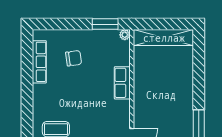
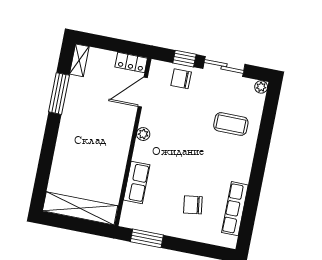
plant: (125, 35) -> (143, 134), moved
row of seats: (122, 83) -> (137, 182), moved

